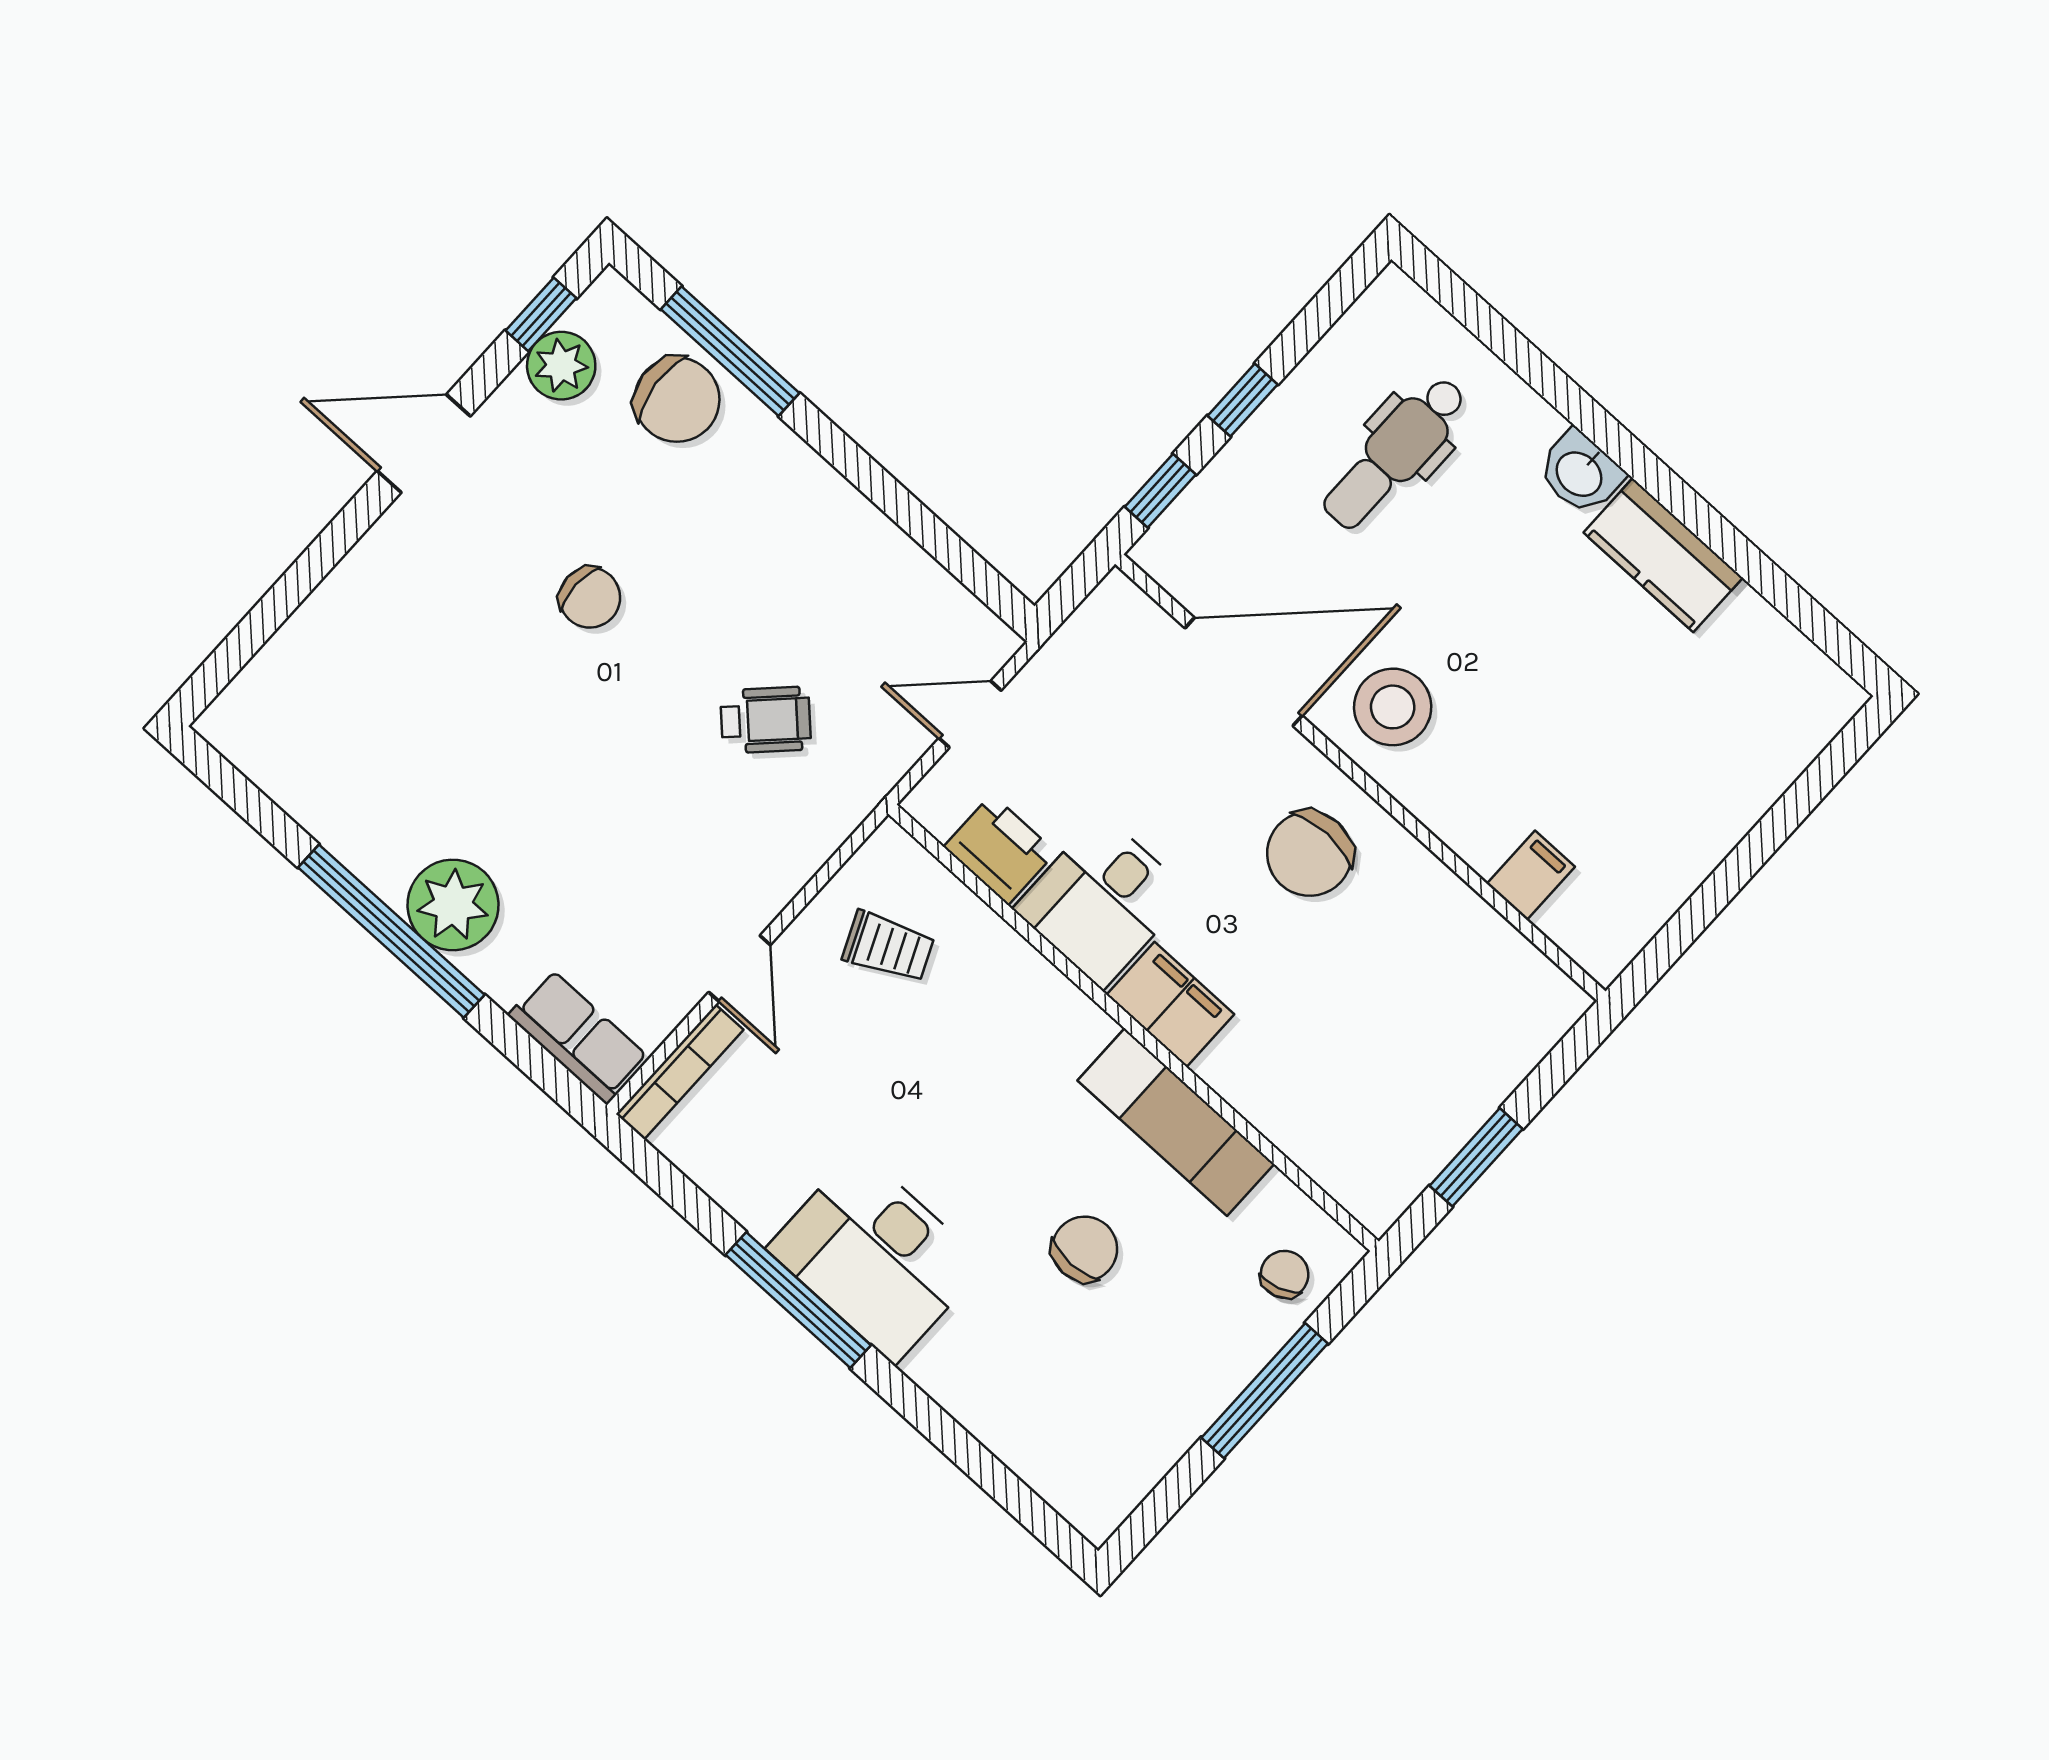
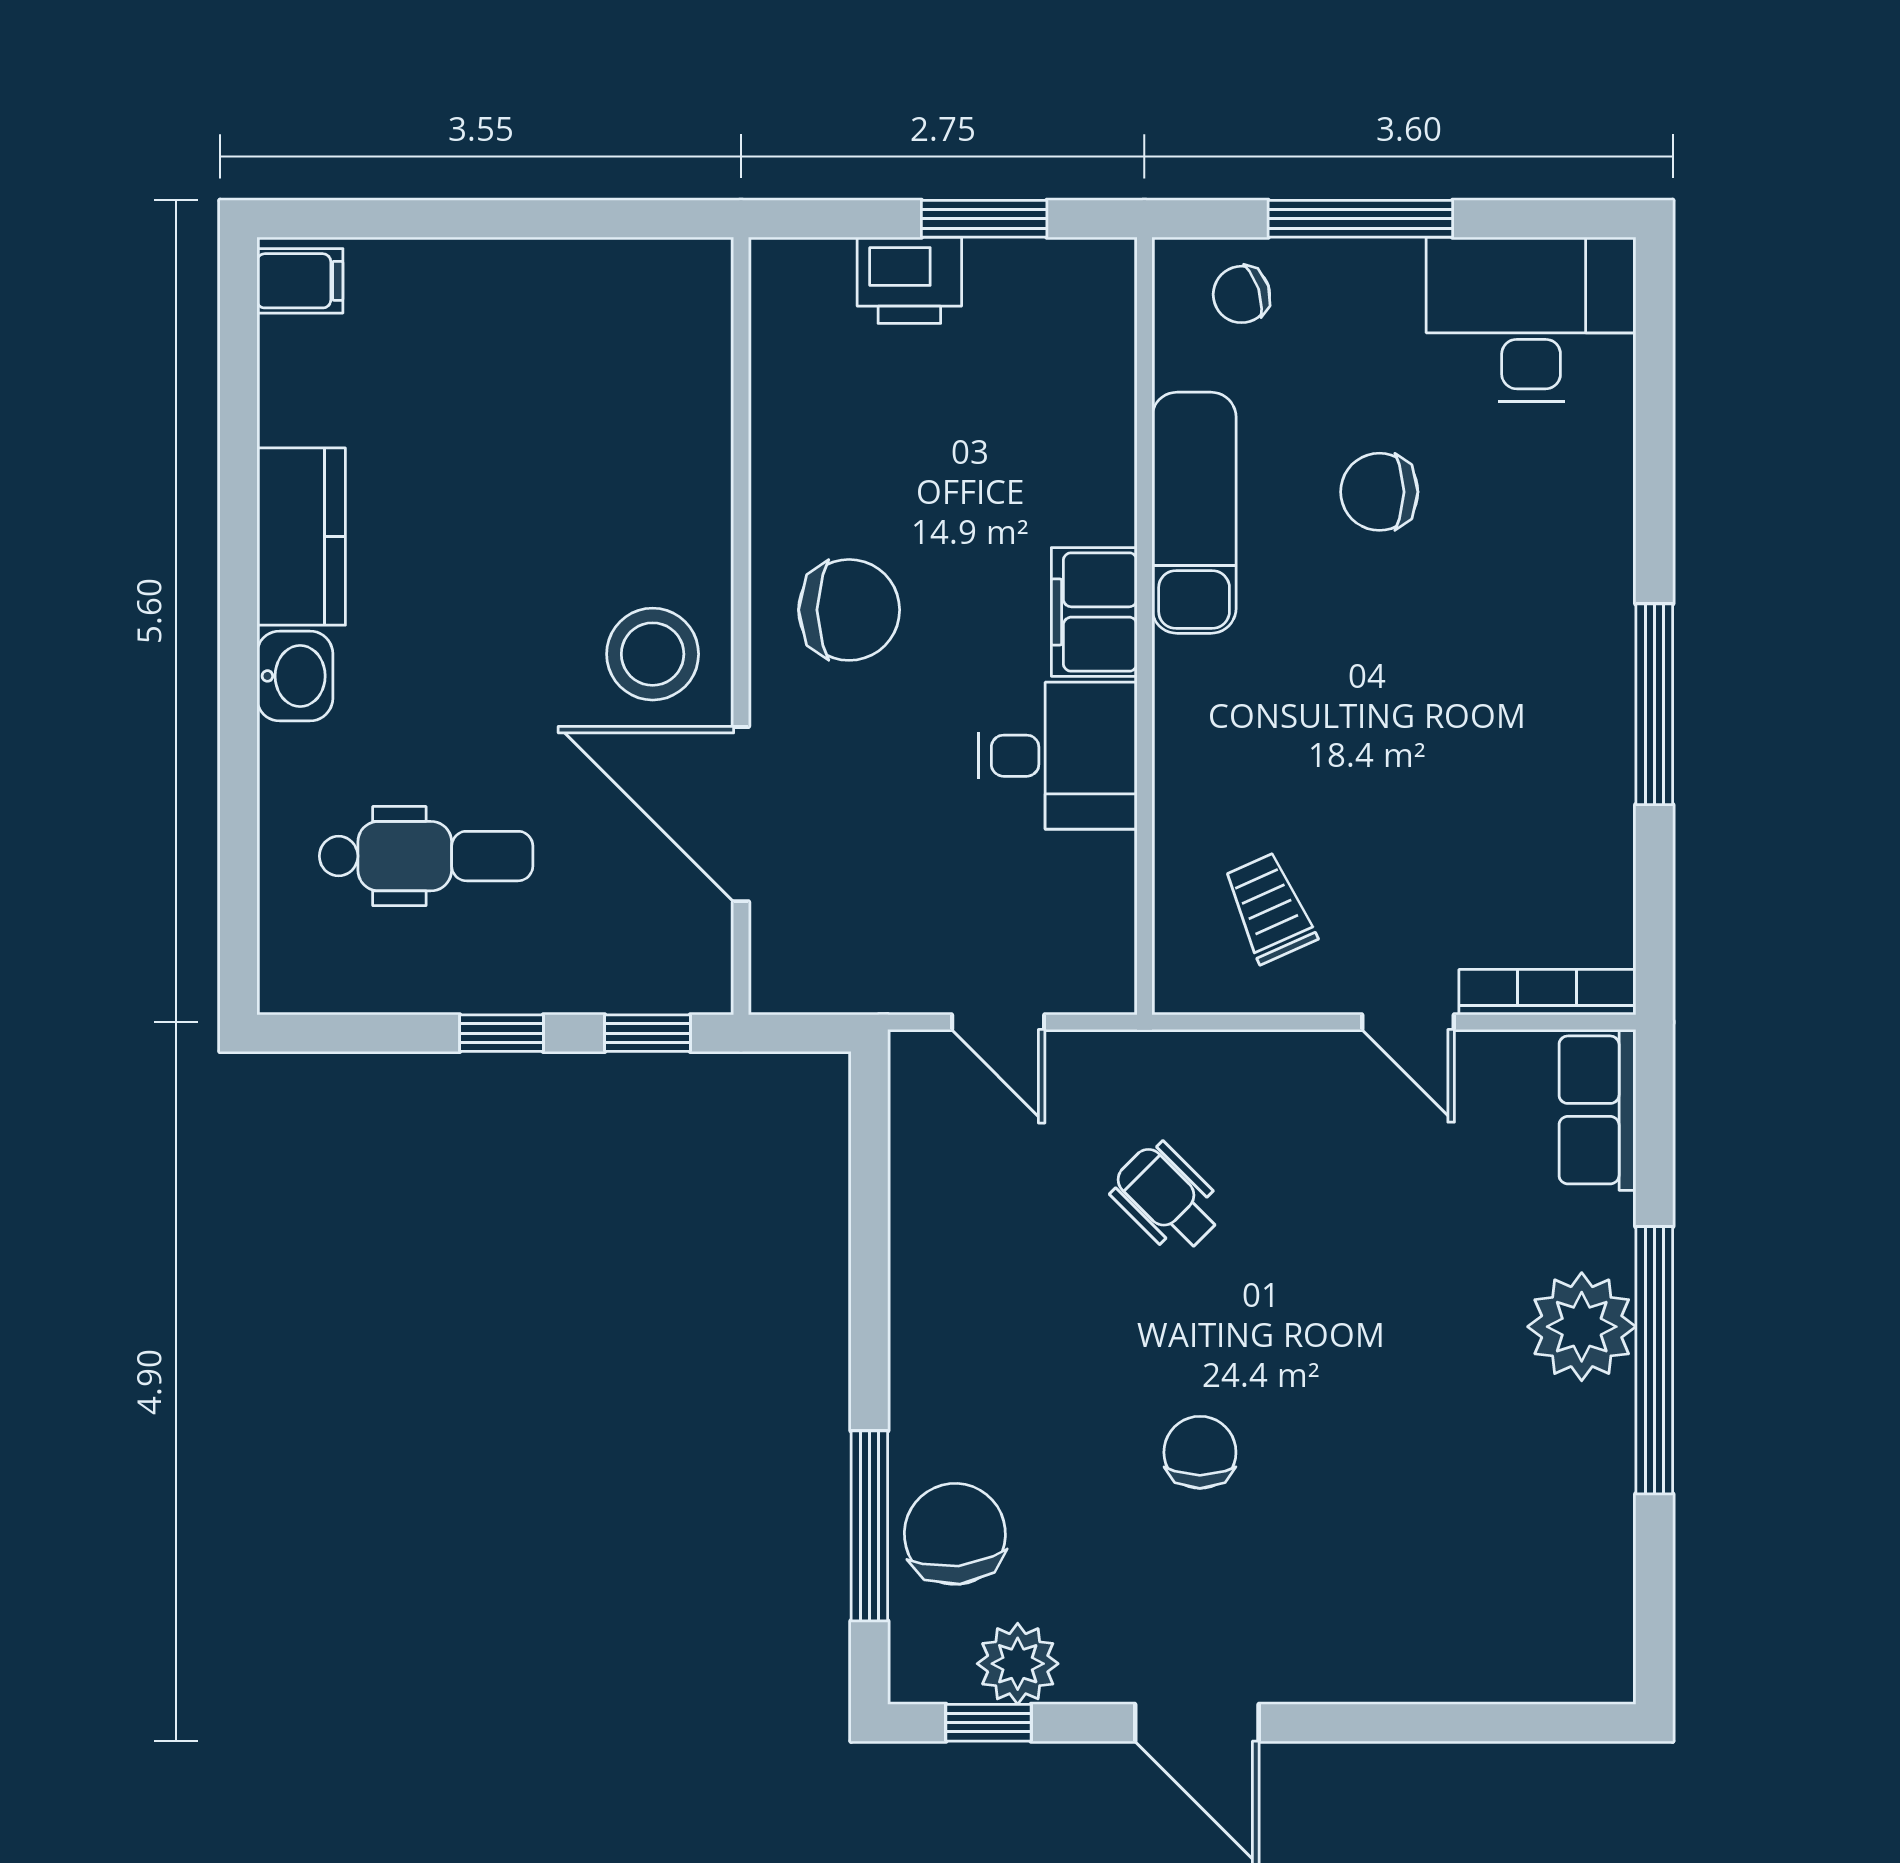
printer: (1000, 850) -> (909, 280), moved, turned -90
filing cabinet: (1531, 875) -> (300, 281), moved, turned 180
door: (740, 969) -> (1408, 1022), swing flipped
desk: (876, 1257) -> (1531, 320), moved, turned -90

